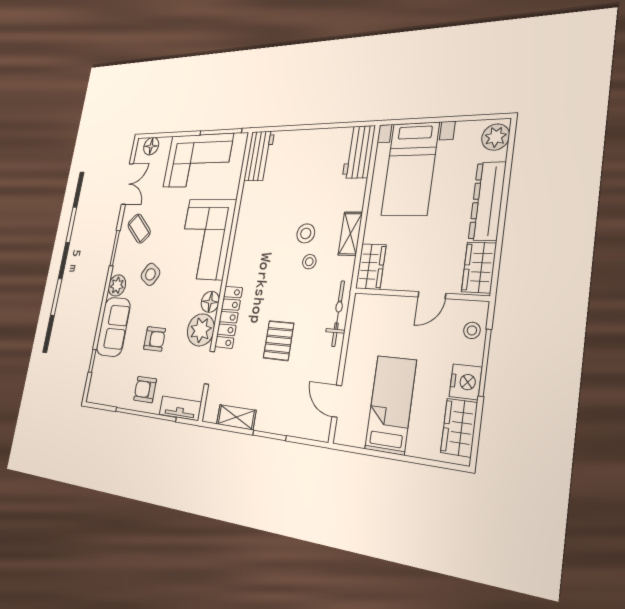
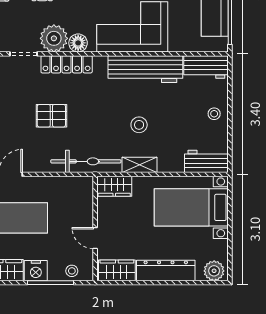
workbench: (249, 225) -> (145, 69), added
stool: (309, 262) -> (214, 114), moved
bicycle: (338, 313) -> (86, 161), width x1.37, depth x1.40

